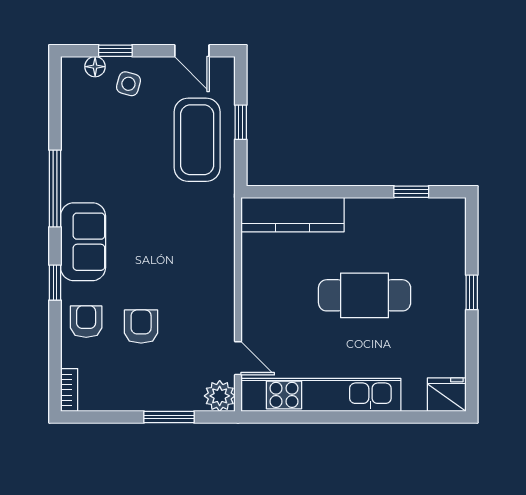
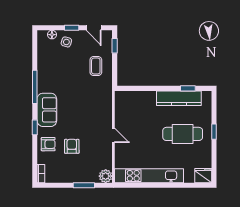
window: (115, 51) -> (72, 28), moved
window: (241, 122) -> (115, 46), moved
coffee table: (197, 140) -> (96, 66), width x0.54, depth x0.58
kitchen counter: (293, 215) -> (179, 98), moved
cafe table: (365, 295) -> (183, 134), moved
armchair: (86, 322) -> (48, 144), turned 90
door: (238, 358) -> (113, 135), moved

